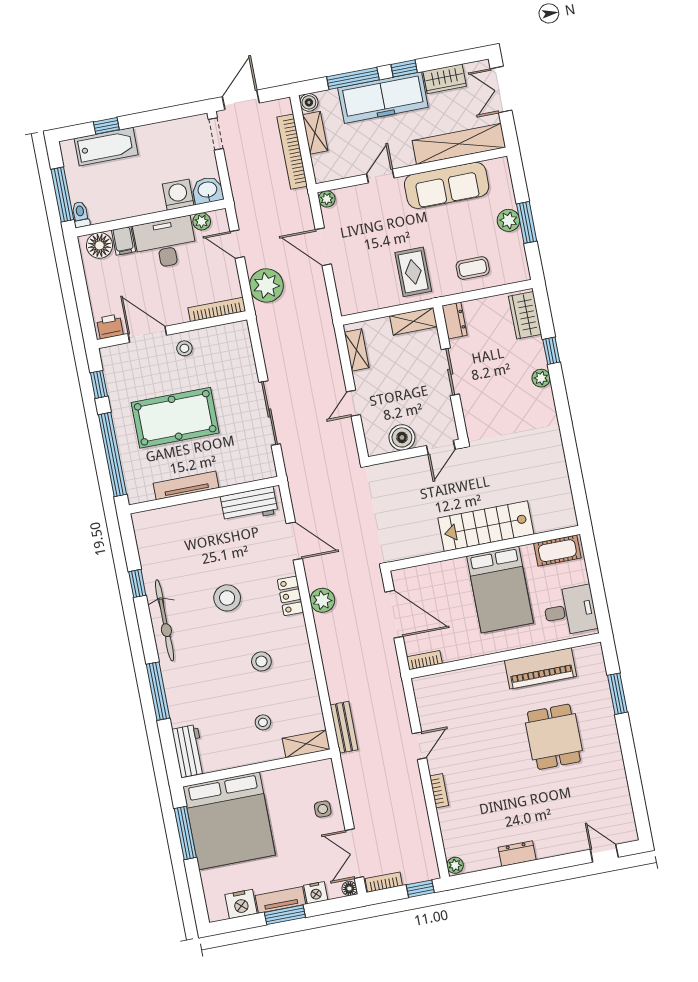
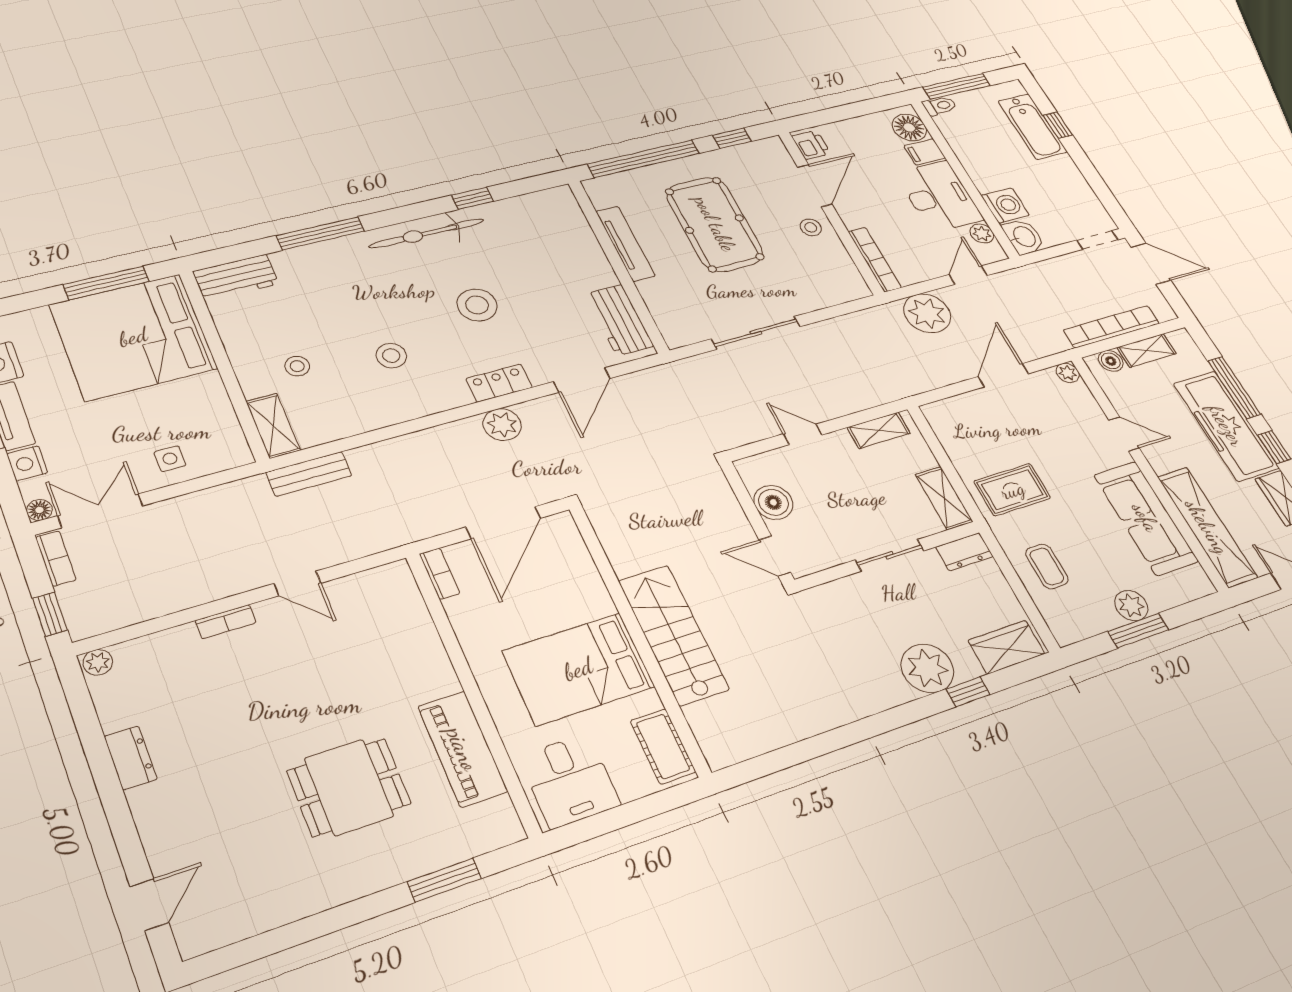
boiler: (309, 102) -> (1111, 361), moved
plant: (541, 378) -> (927, 668), width x1.88, depth x1.88

